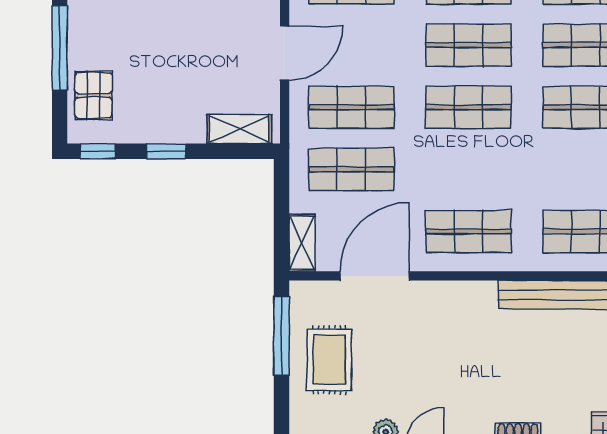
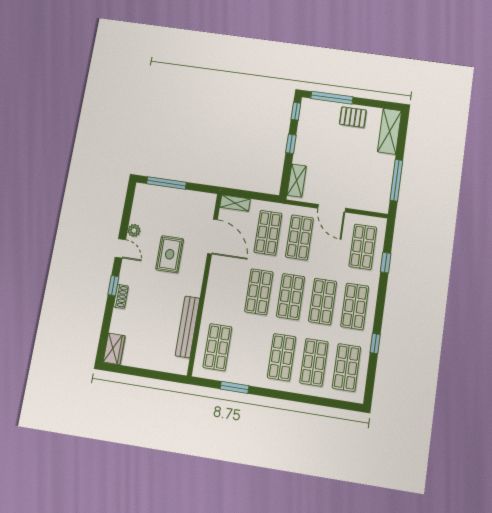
window: (60, 48) -> (332, 98), moved
pallet: (94, 95) -> (353, 117), moved
shop shelf: (469, 231) -> (259, 292), moved
window: (282, 336) -> (167, 183), moved
rug: (329, 360) -> (170, 254), moved, turned 90

